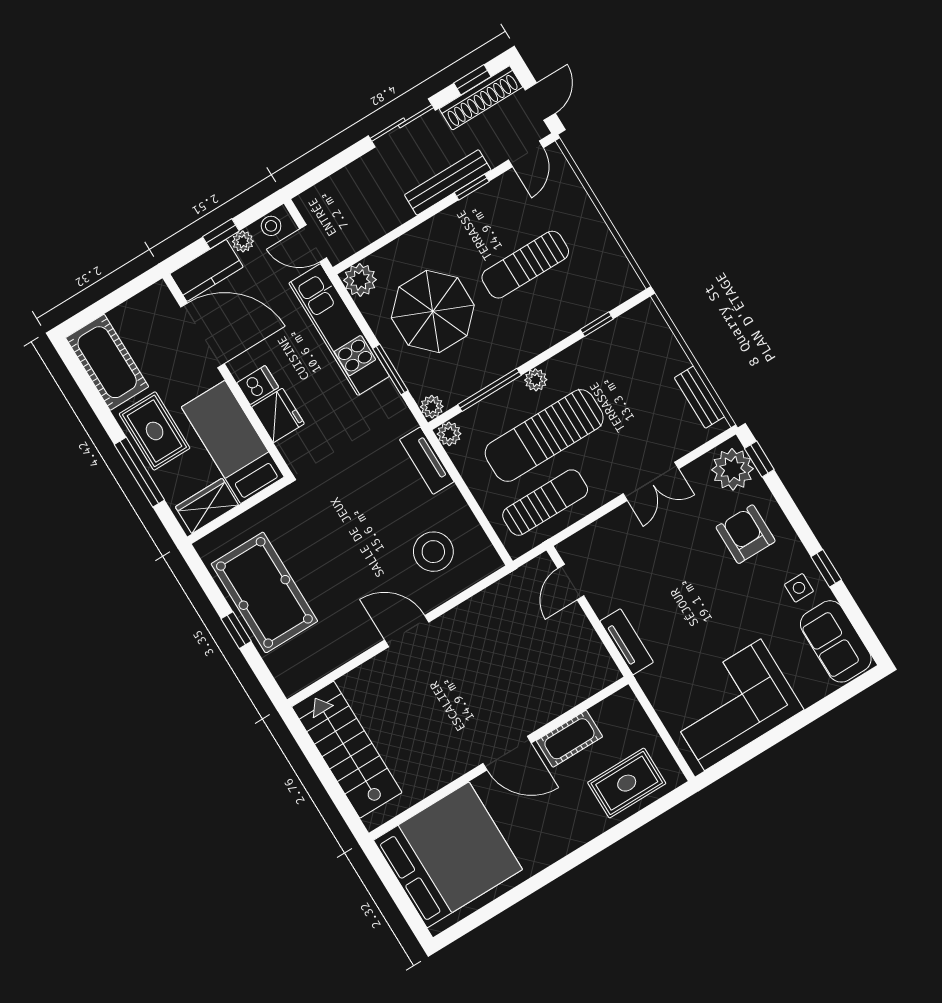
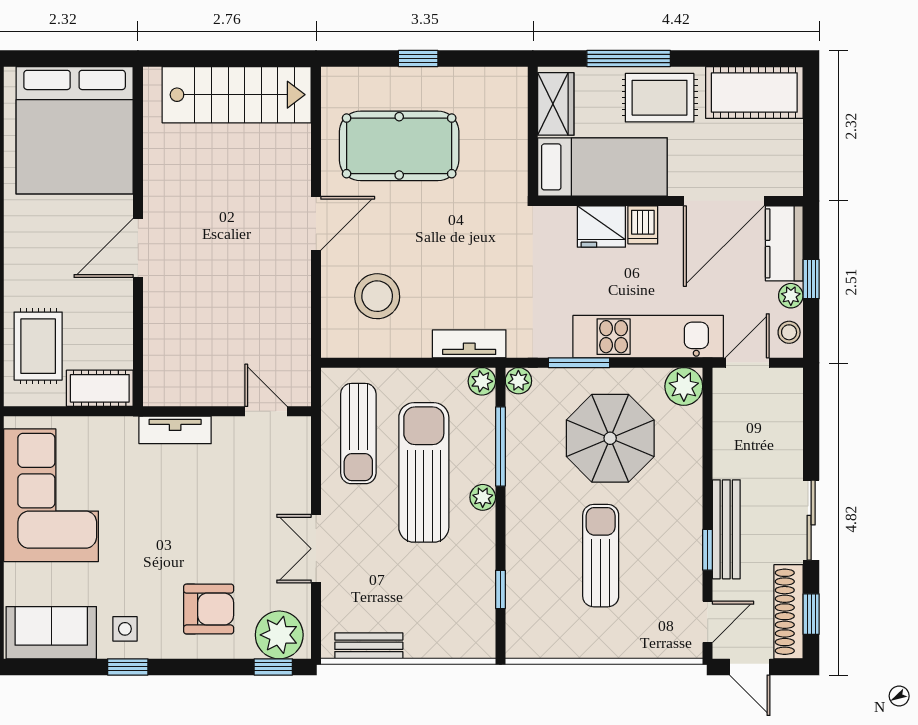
door: (526, 154) -> (708, 622), swing flipped
pool table: (264, 592) -> (399, 146), moved
cot: (569, 739) -> (100, 388), moved, turned 90

